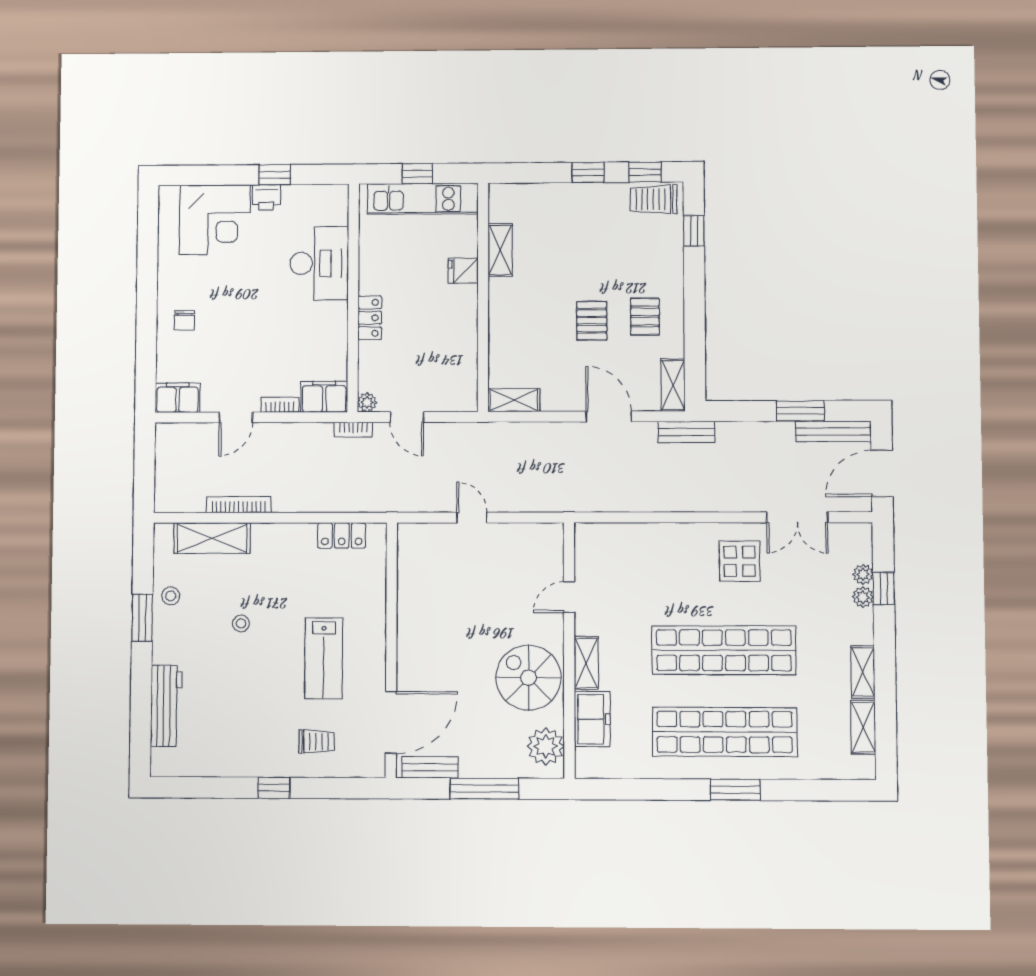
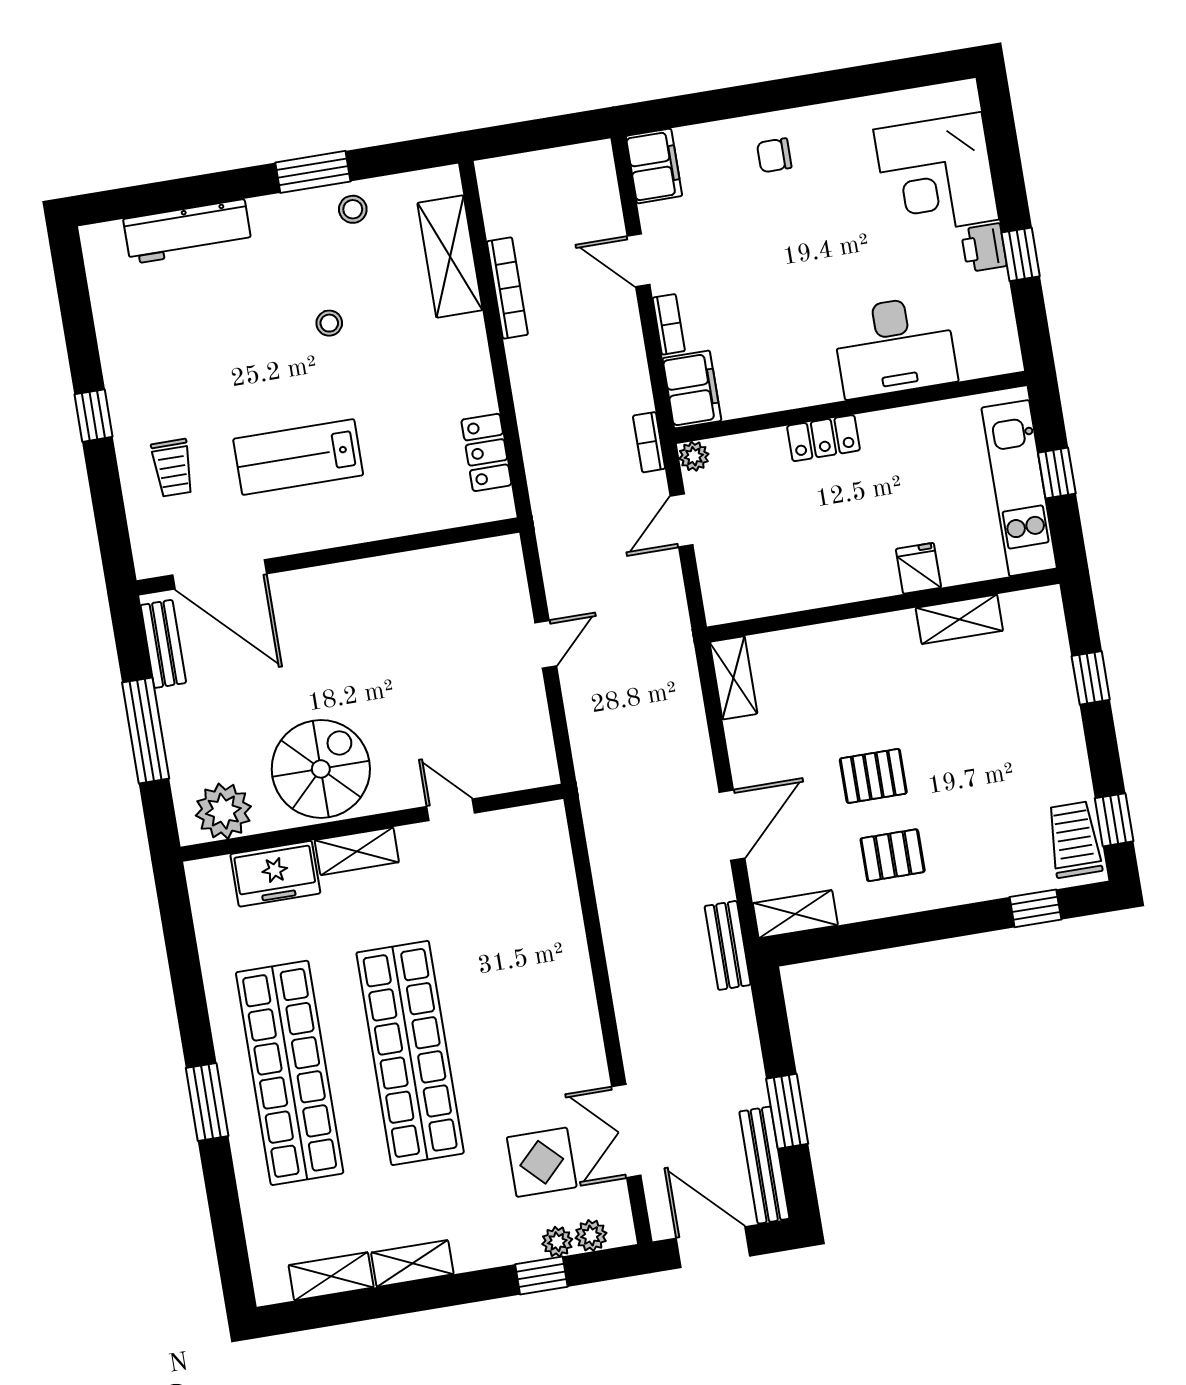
window: (588, 172) -> (1091, 678), moved
display table: (740, 561) -> (542, 1162), moved
plant: (863, 597) -> (591, 1236), moved

